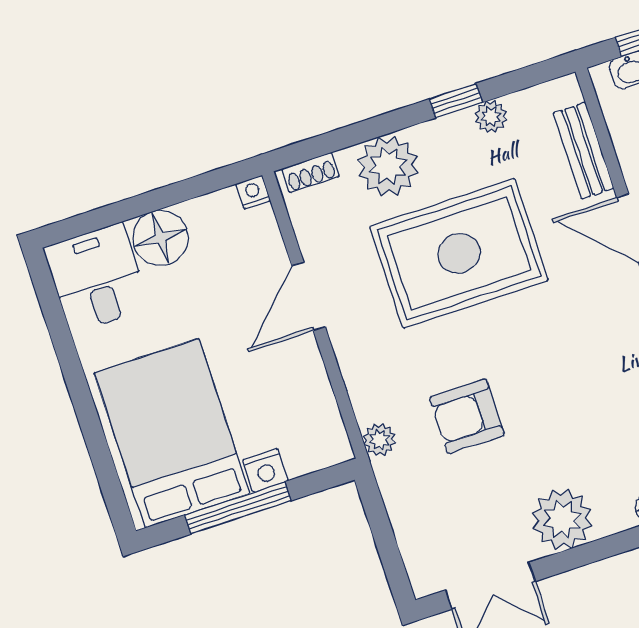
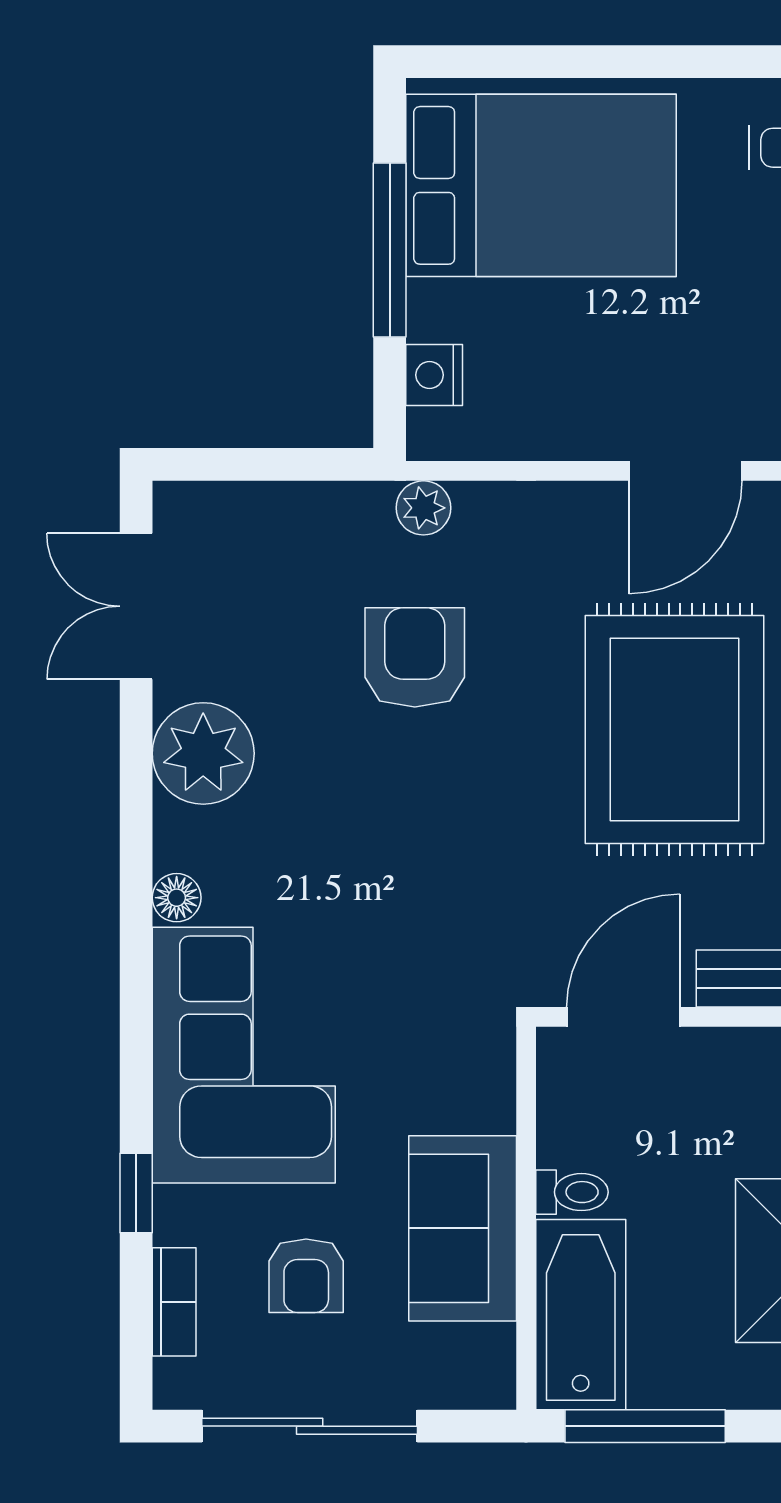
door: (309, 296) -> (685, 471), swing flipped
nightstand: (265, 470) -> (434, 375), moved

